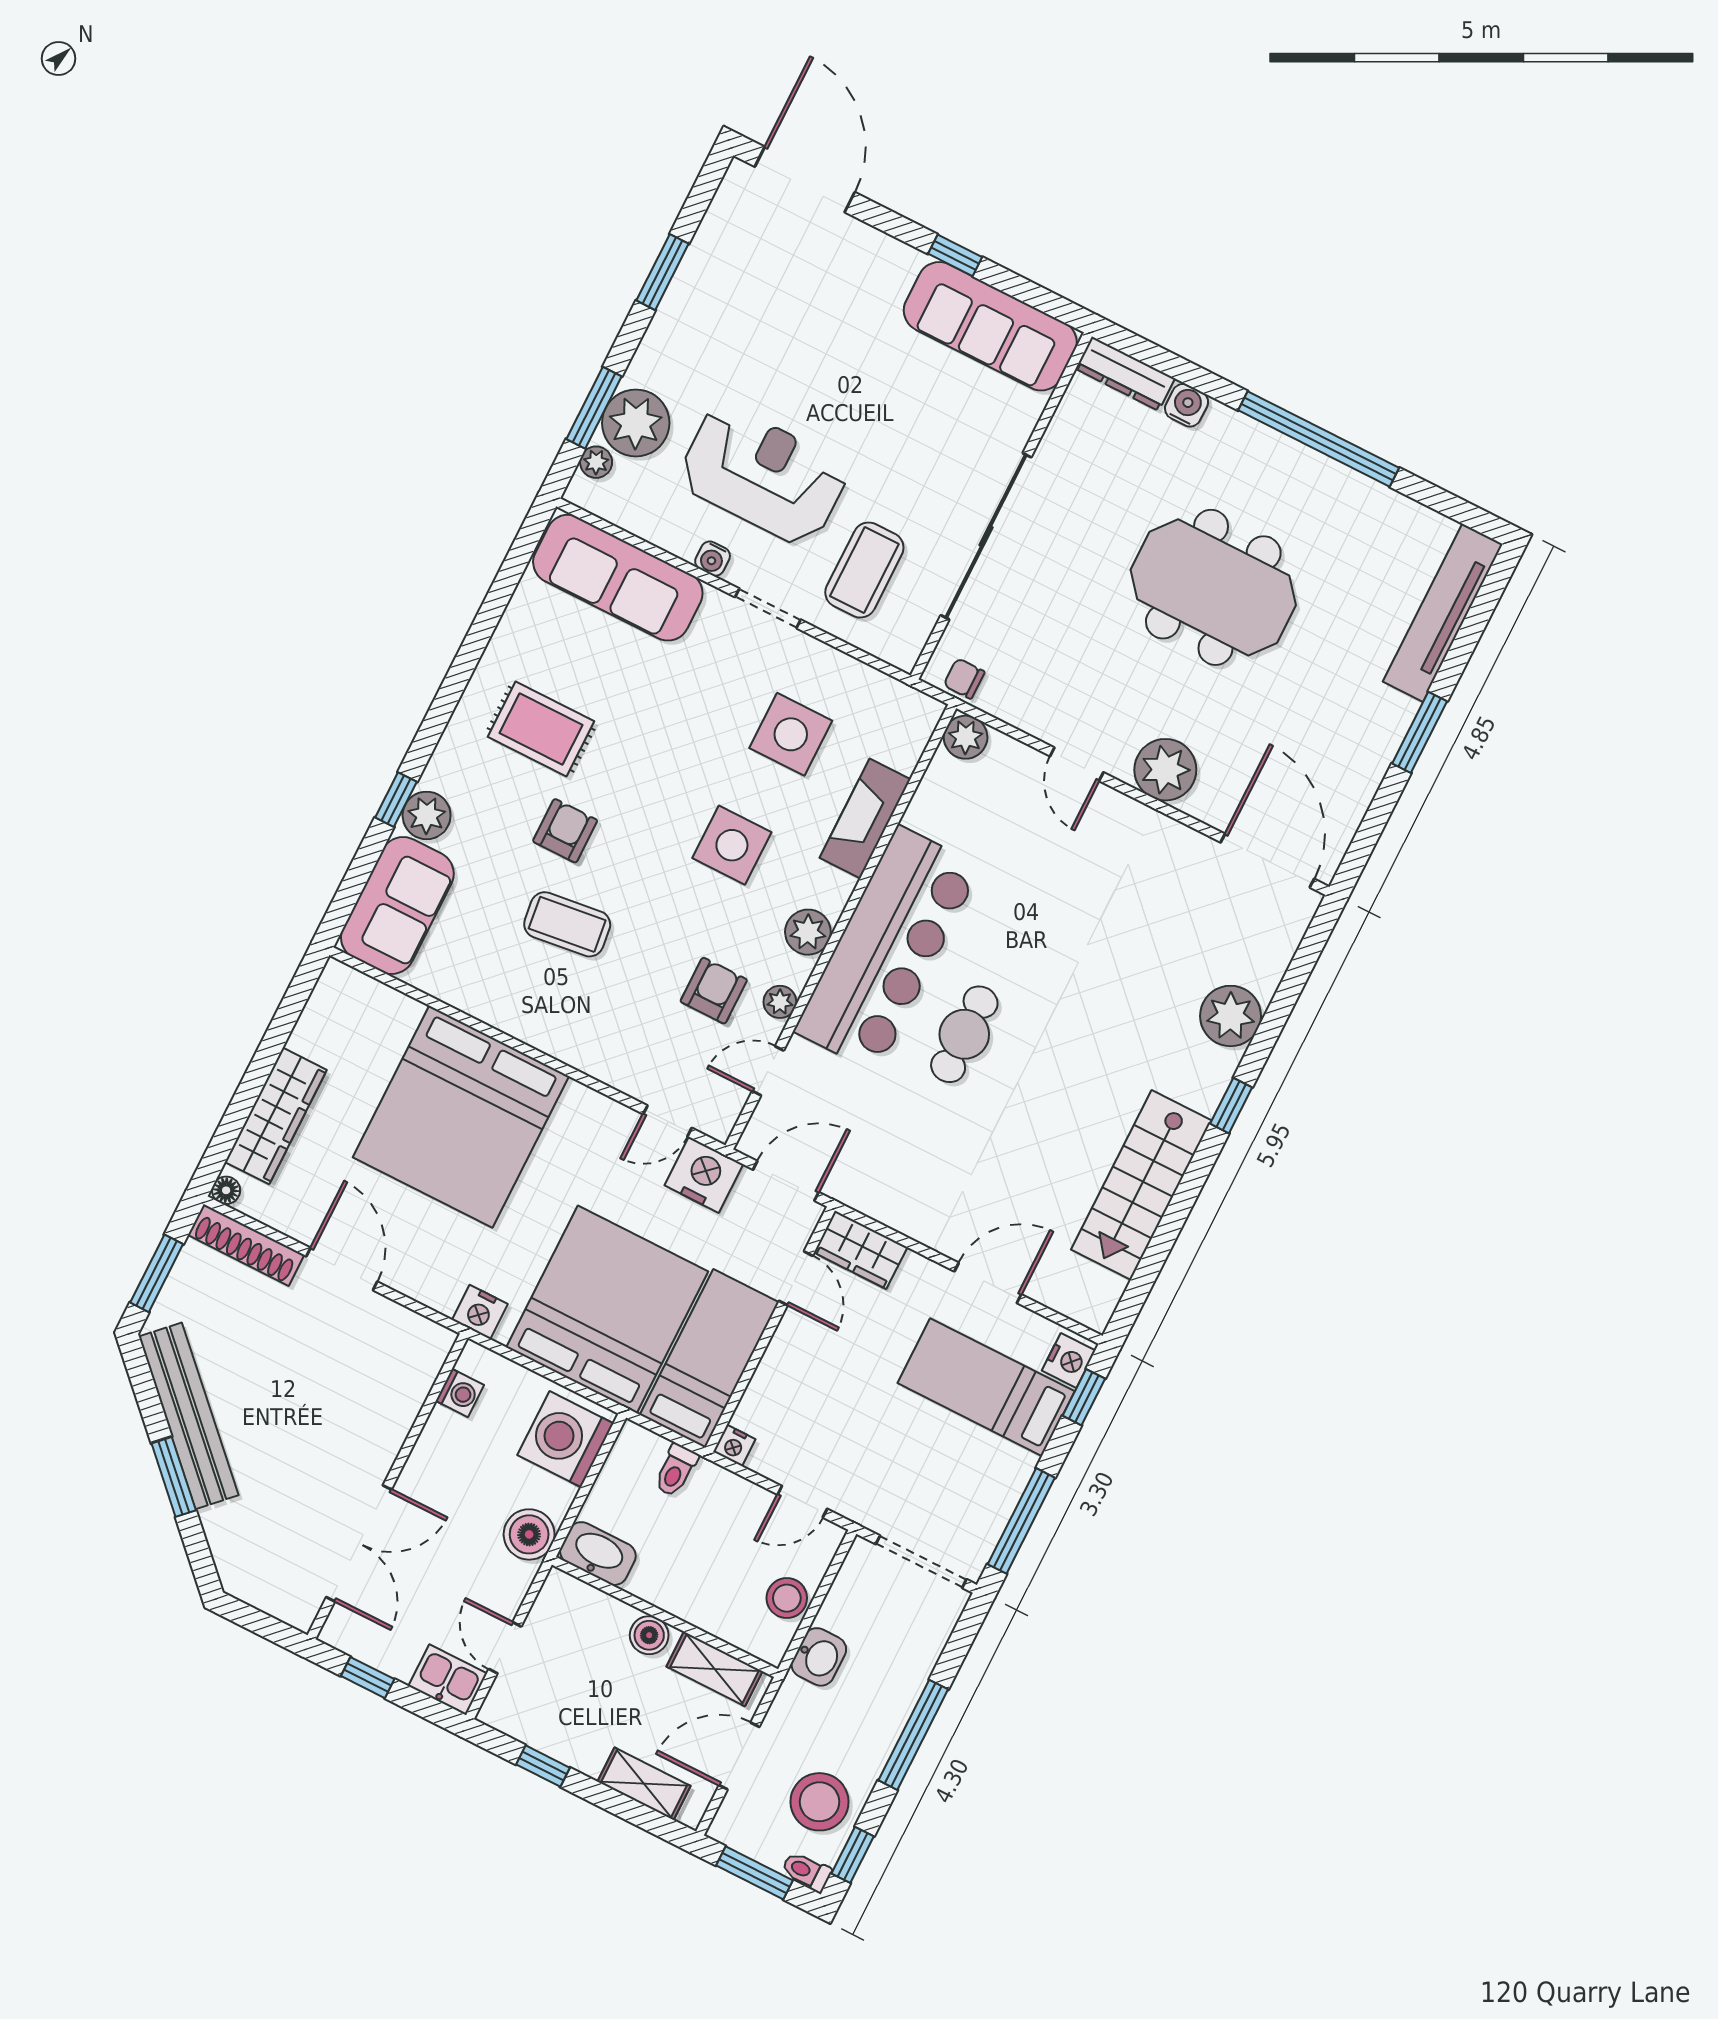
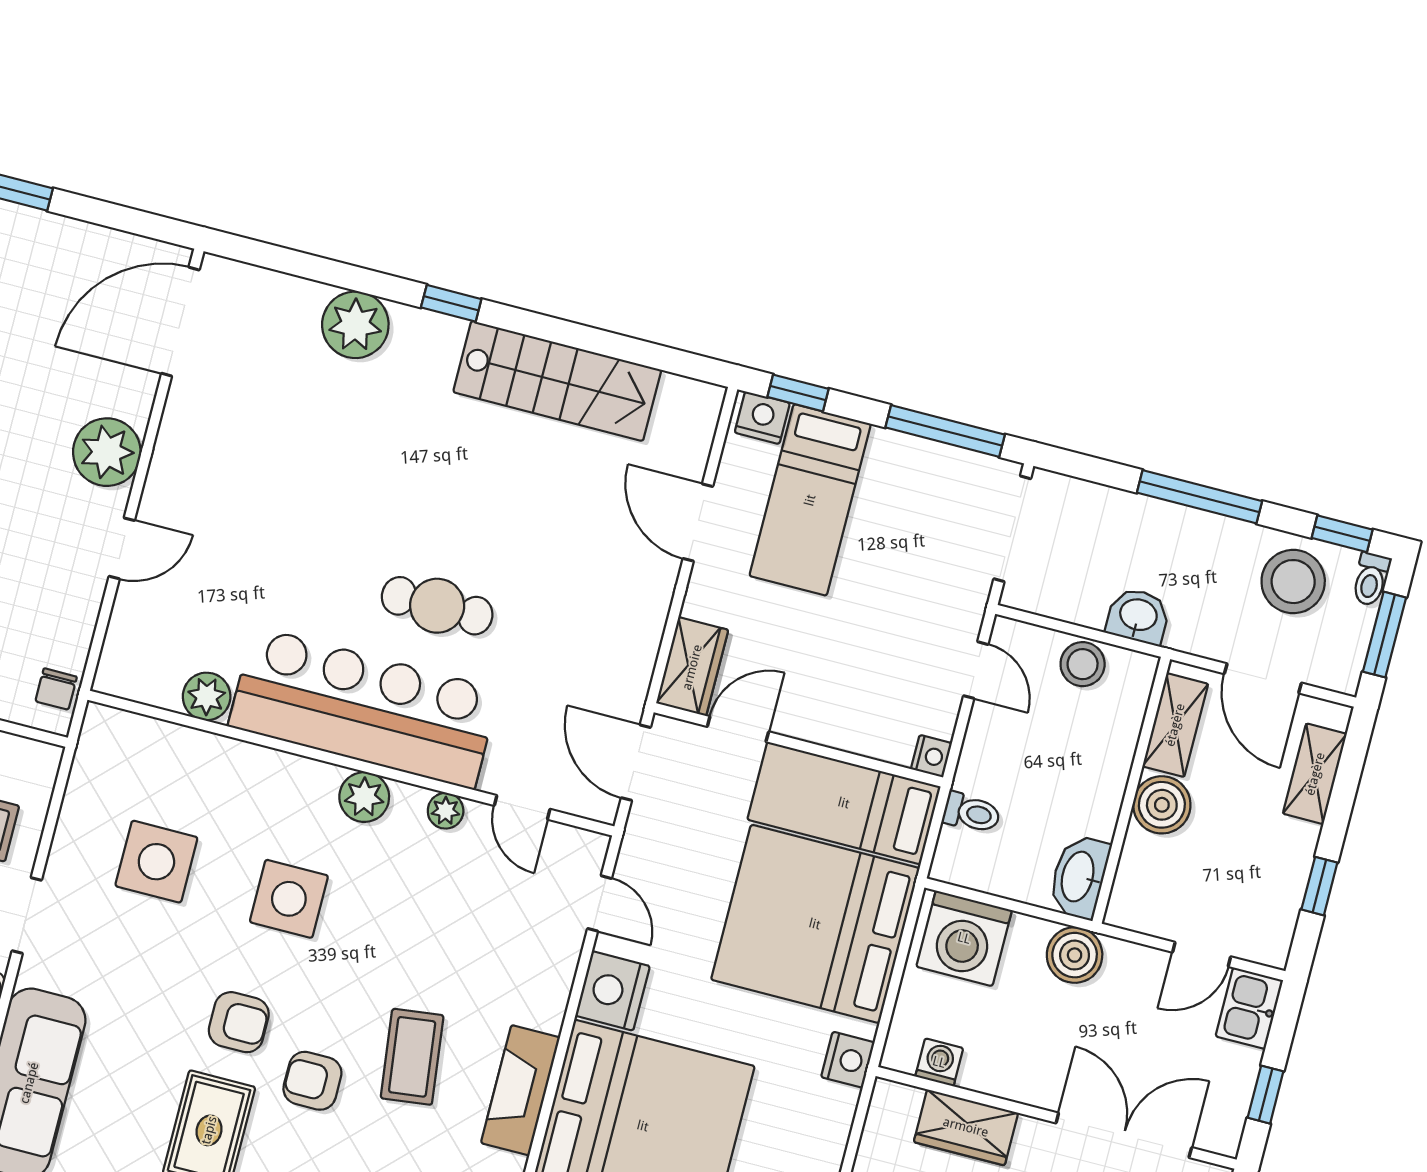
plant: (966, 737) -> (207, 696), moved
fireplace: (865, 818) -> (520, 1090), moved, turned 90
armchair: (714, 991) -> (239, 1022), moved, turned 180
nightstand: (704, 1175) -> (613, 991), moved
wardrobe: (397, 1404) -> (966, 1127), added
boiler: (649, 1635) -> (1162, 805), width x1.36, depth x1.36

